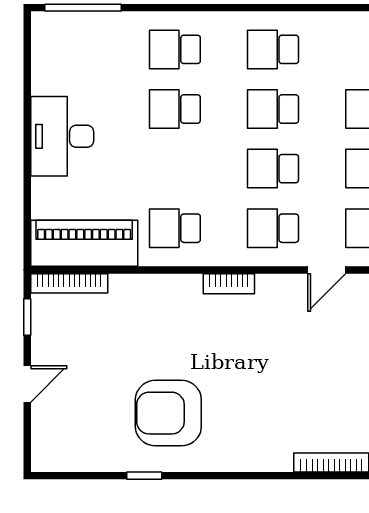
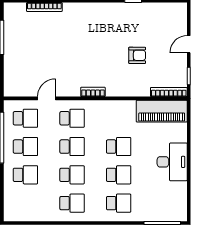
school desk: (175, 228) -> (119, 147), moved
armchair: (168, 413) -> (137, 55), moved, width x0.53, depth x0.53

